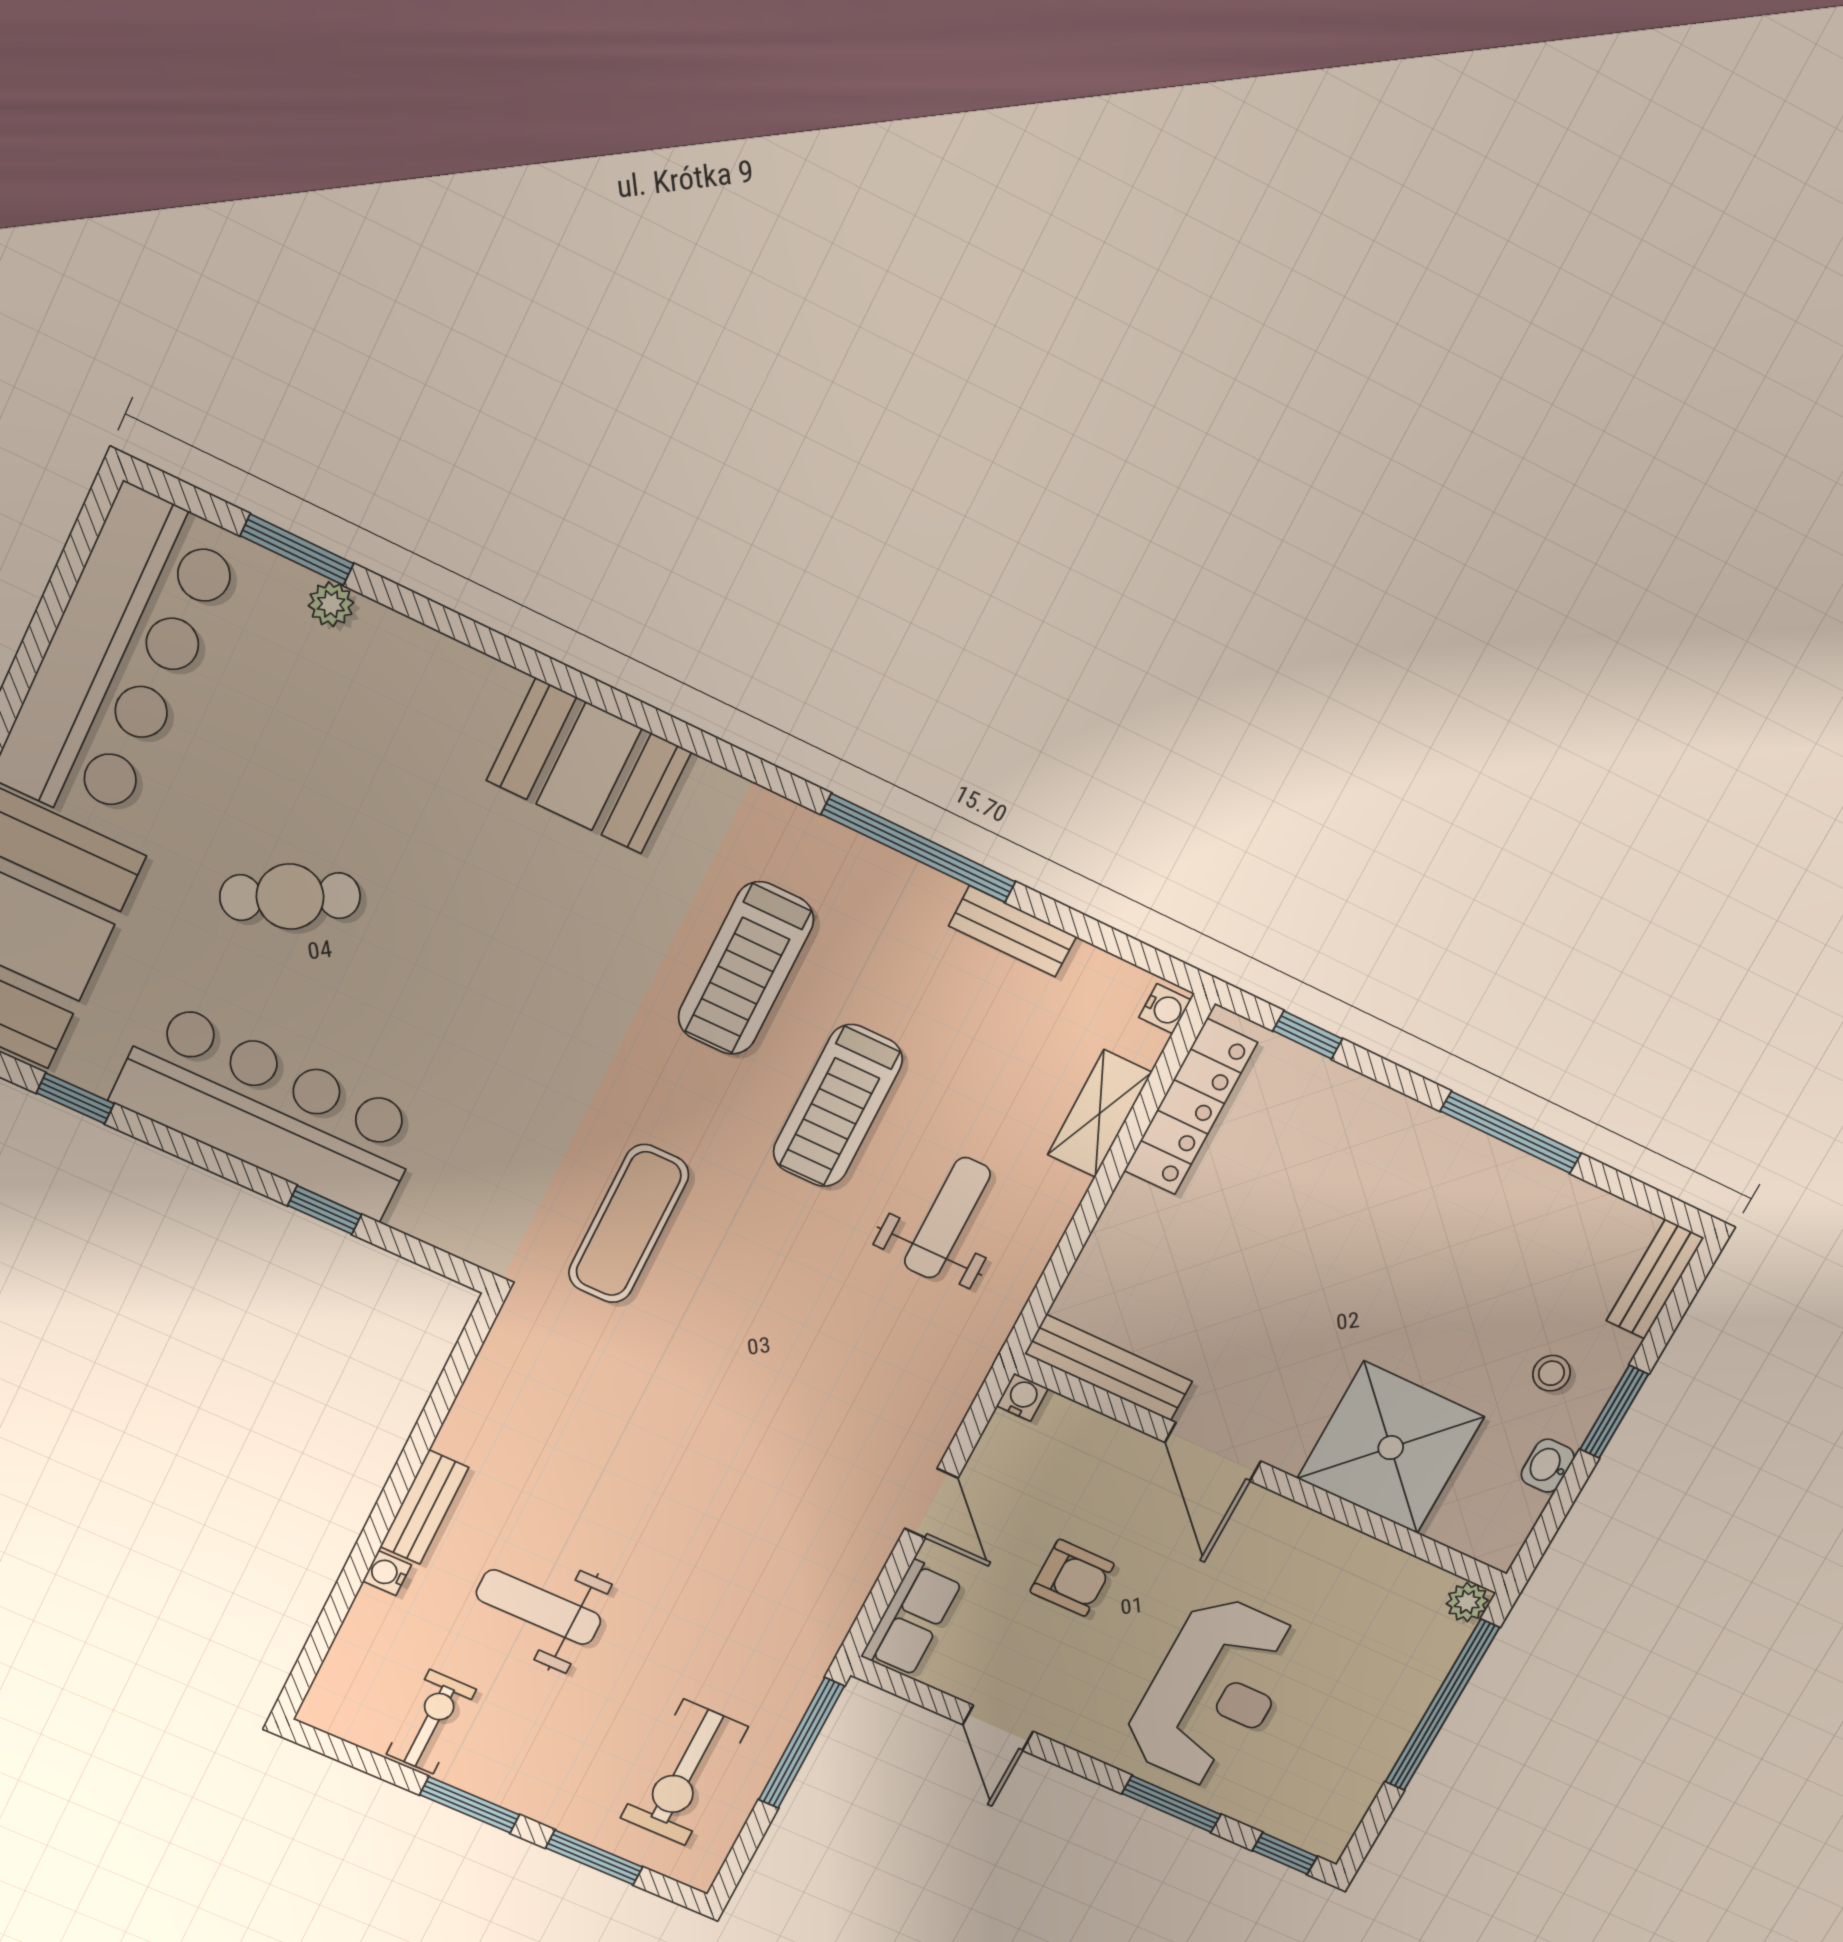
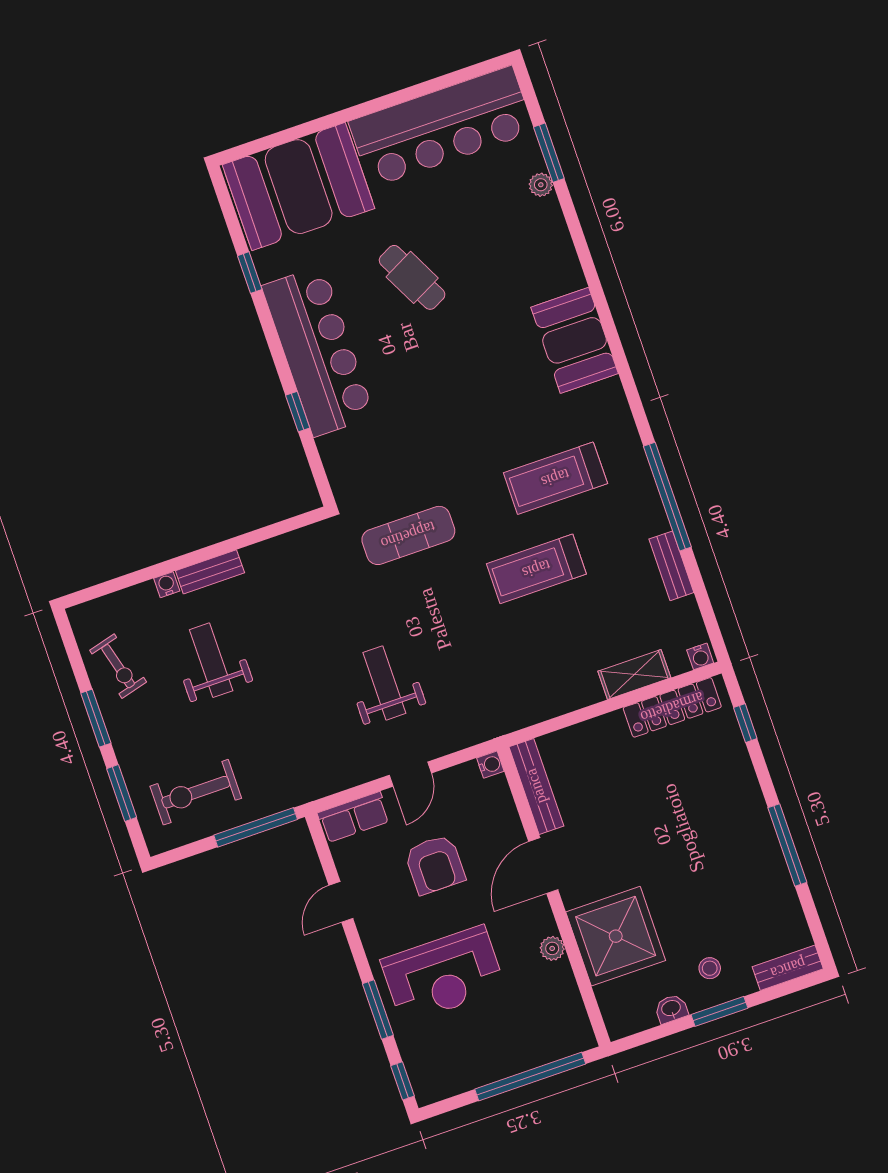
weight bench: (947, 1218) -> (384, 683), moved, turned -90
armchair: (1072, 1578) -> (435, 864), width x1.38, depth x1.38
plant: (1467, 1602) -> (552, 948), moved
exercise bike: (431, 1722) -> (118, 666), turned 75

